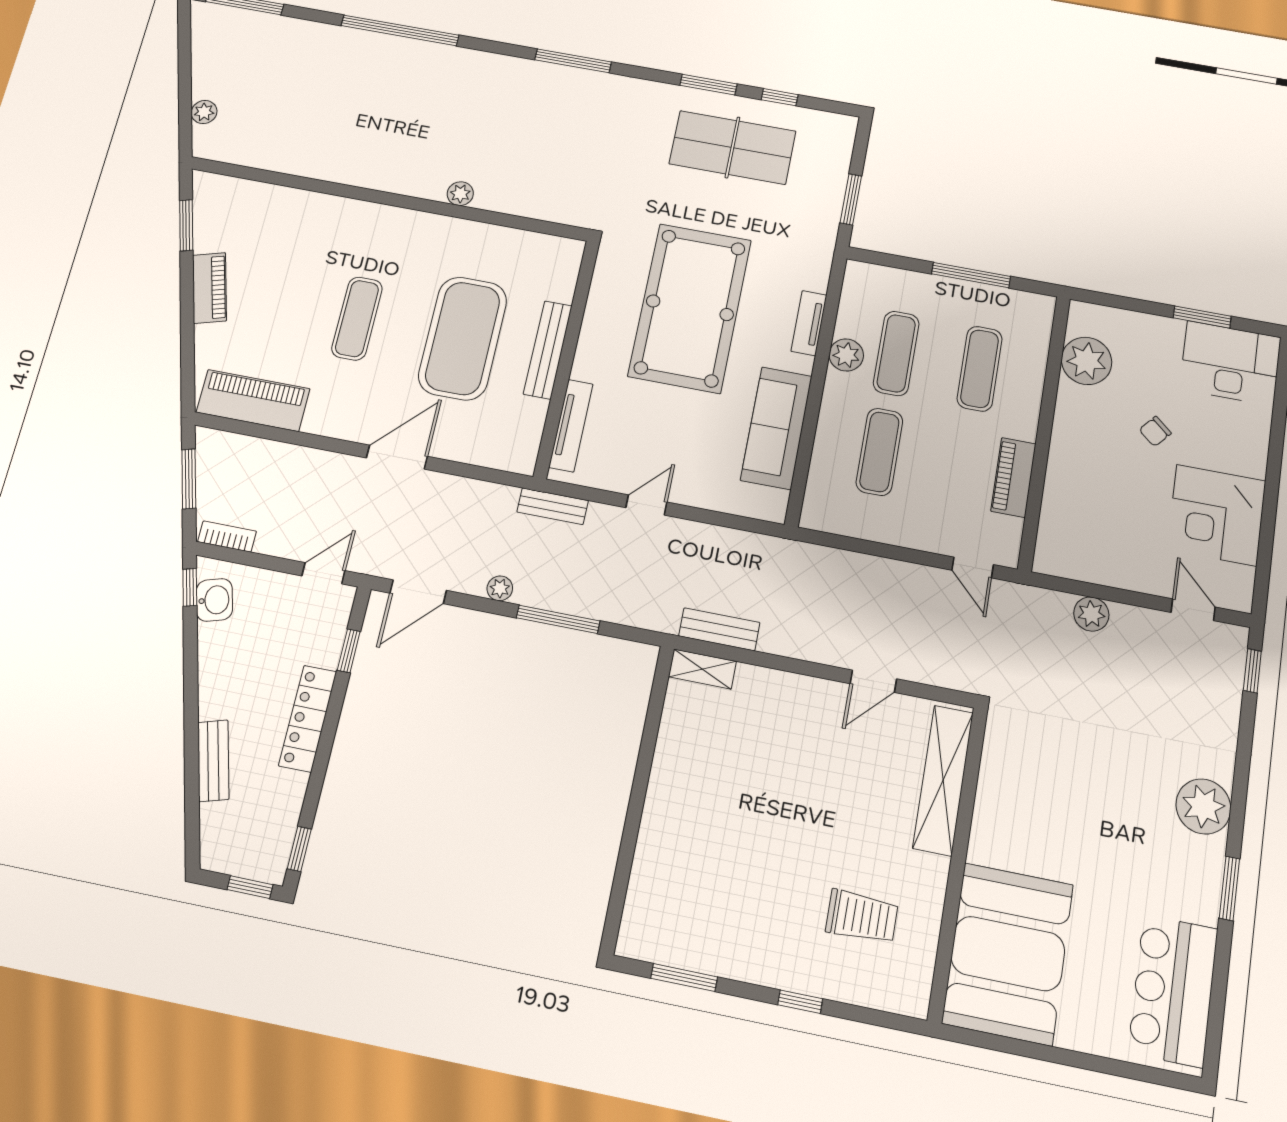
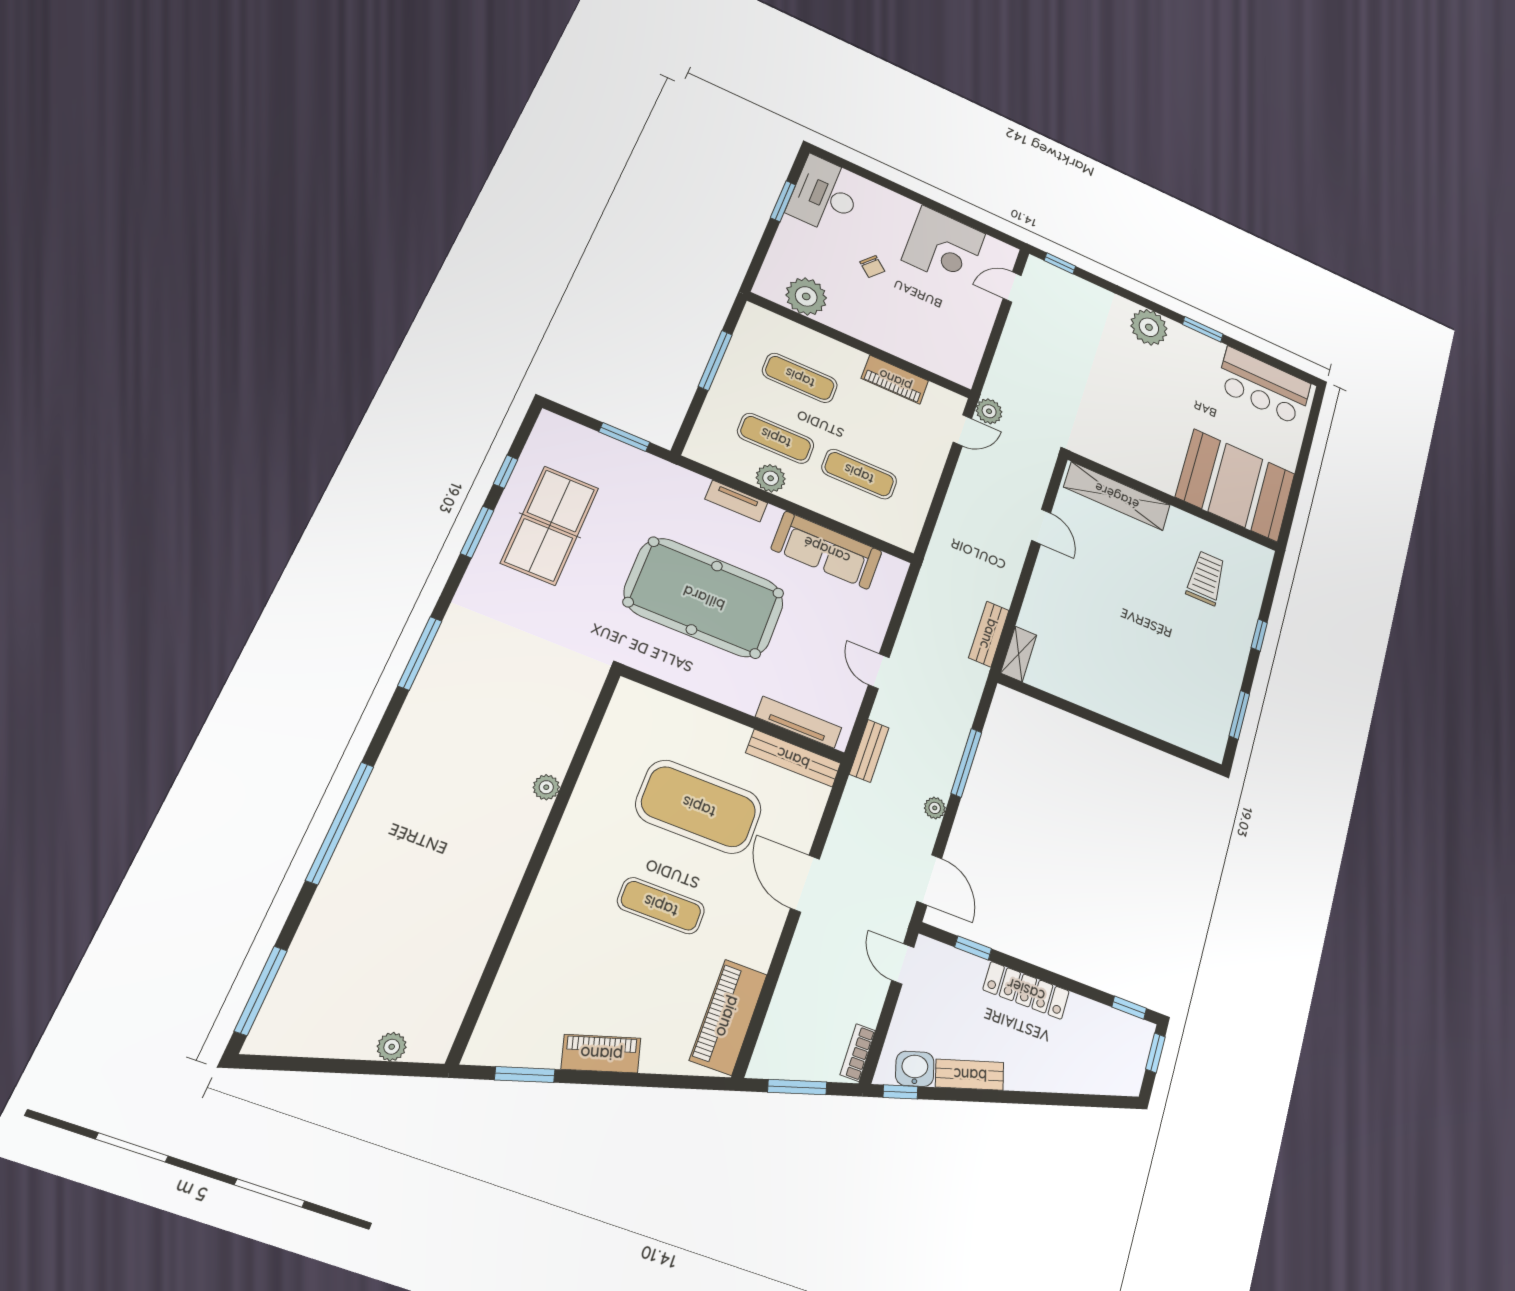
bench: (548, 350) -> (793, 758), moved
plant: (1091, 614) -> (989, 411), moved
bench: (213, 761) -> (970, 1075), moved

